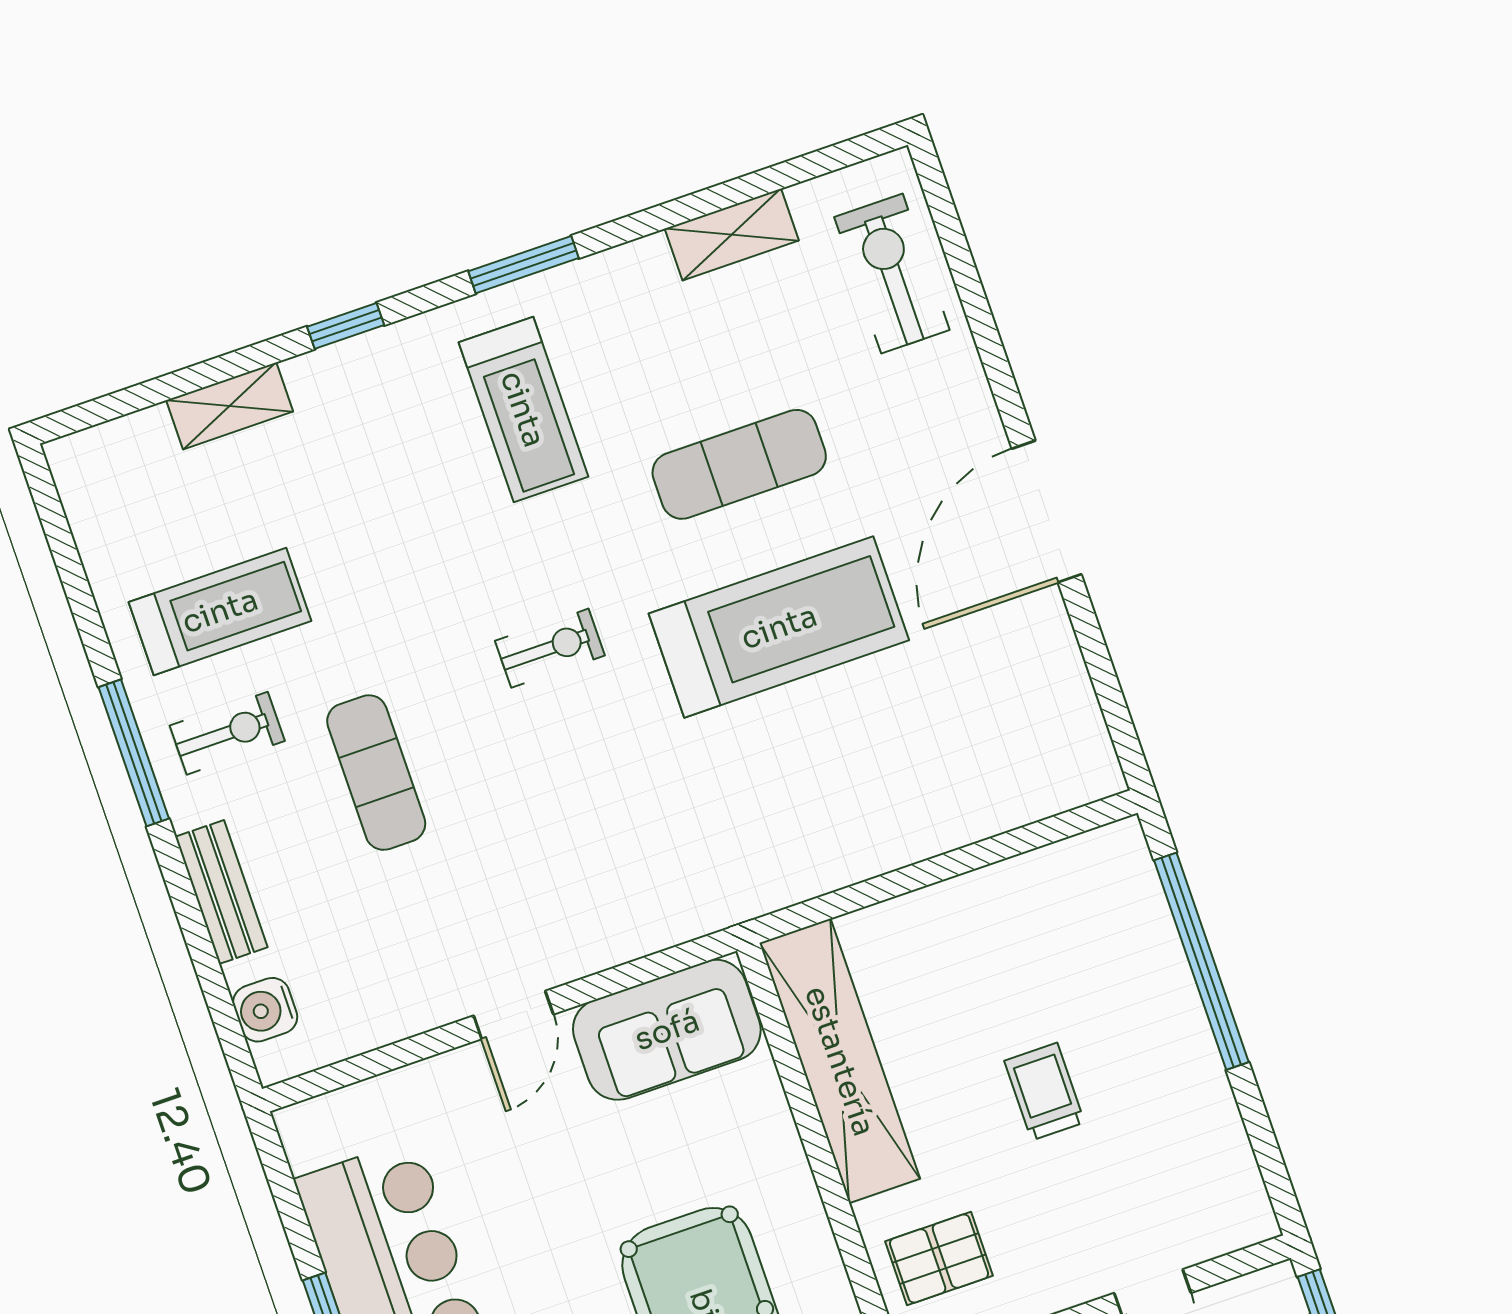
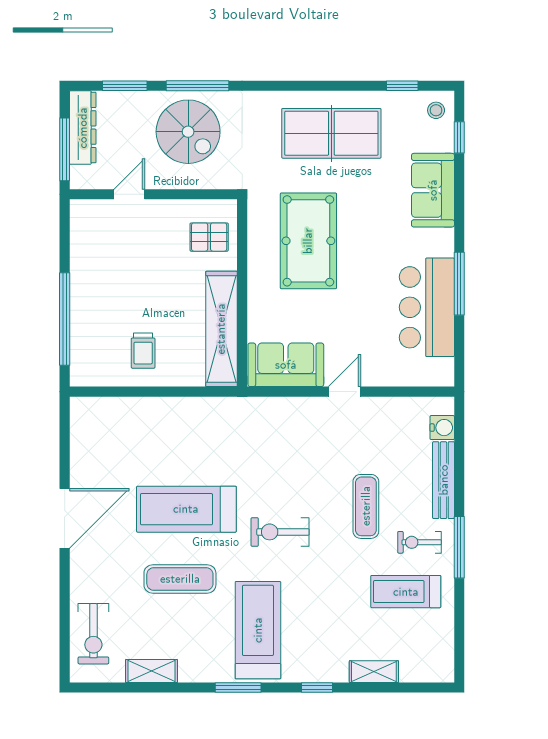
treadmill: (523, 409) -> (258, 630), width x1.37, depth x1.38
exercise bike: (550, 648) -> (280, 532), width x1.38, depth x1.39
bench: (221, 892) -> (444, 480), width x1.36
trolley: (1044, 1092) -> (143, 351), moved

